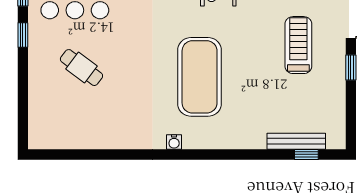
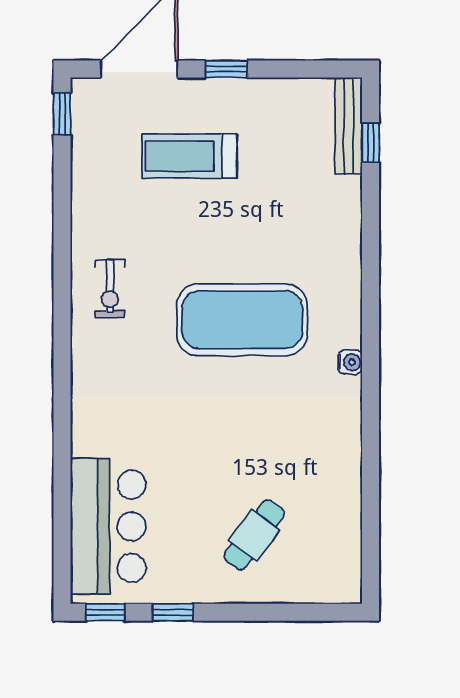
cafe table: (81, 68) -> (254, 535), moved
bench: (296, 141) -> (349, 126), moved

